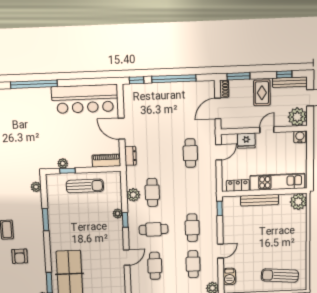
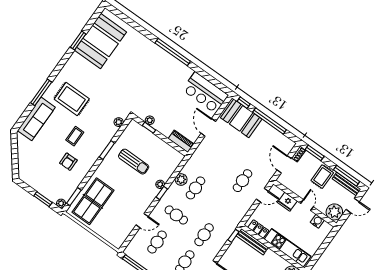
window: (284, 74) -> (347, 176), width x2.17
booth: (145, 97) -> (241, 118), added
bar counter: (85, 99) -> (205, 93), width x0.73
door: (218, 109) -> (284, 164), hinge flipped
door: (267, 130) -> (307, 205), hinge flipped
water cooler: (300, 137) -> (317, 221), moved
dresser: (130, 156) -> (200, 151), removed
sun lounger: (85, 186) -> (134, 162), moved
bench: (260, 200) -> (252, 242), moved

